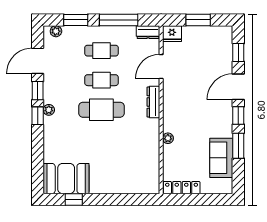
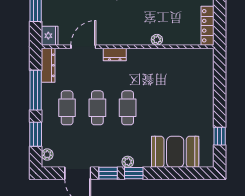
dresser: (148, 32) -> (48, 65), width x1.44
door: (161, 67) -> (83, 47), swing flipped
dresser: (153, 102) -> (115, 55), width x0.70
cafe table: (101, 110) -> (128, 108), width x0.73, depth x0.74
booth: (66, 179) -> (175, 152), moved, turned 90

